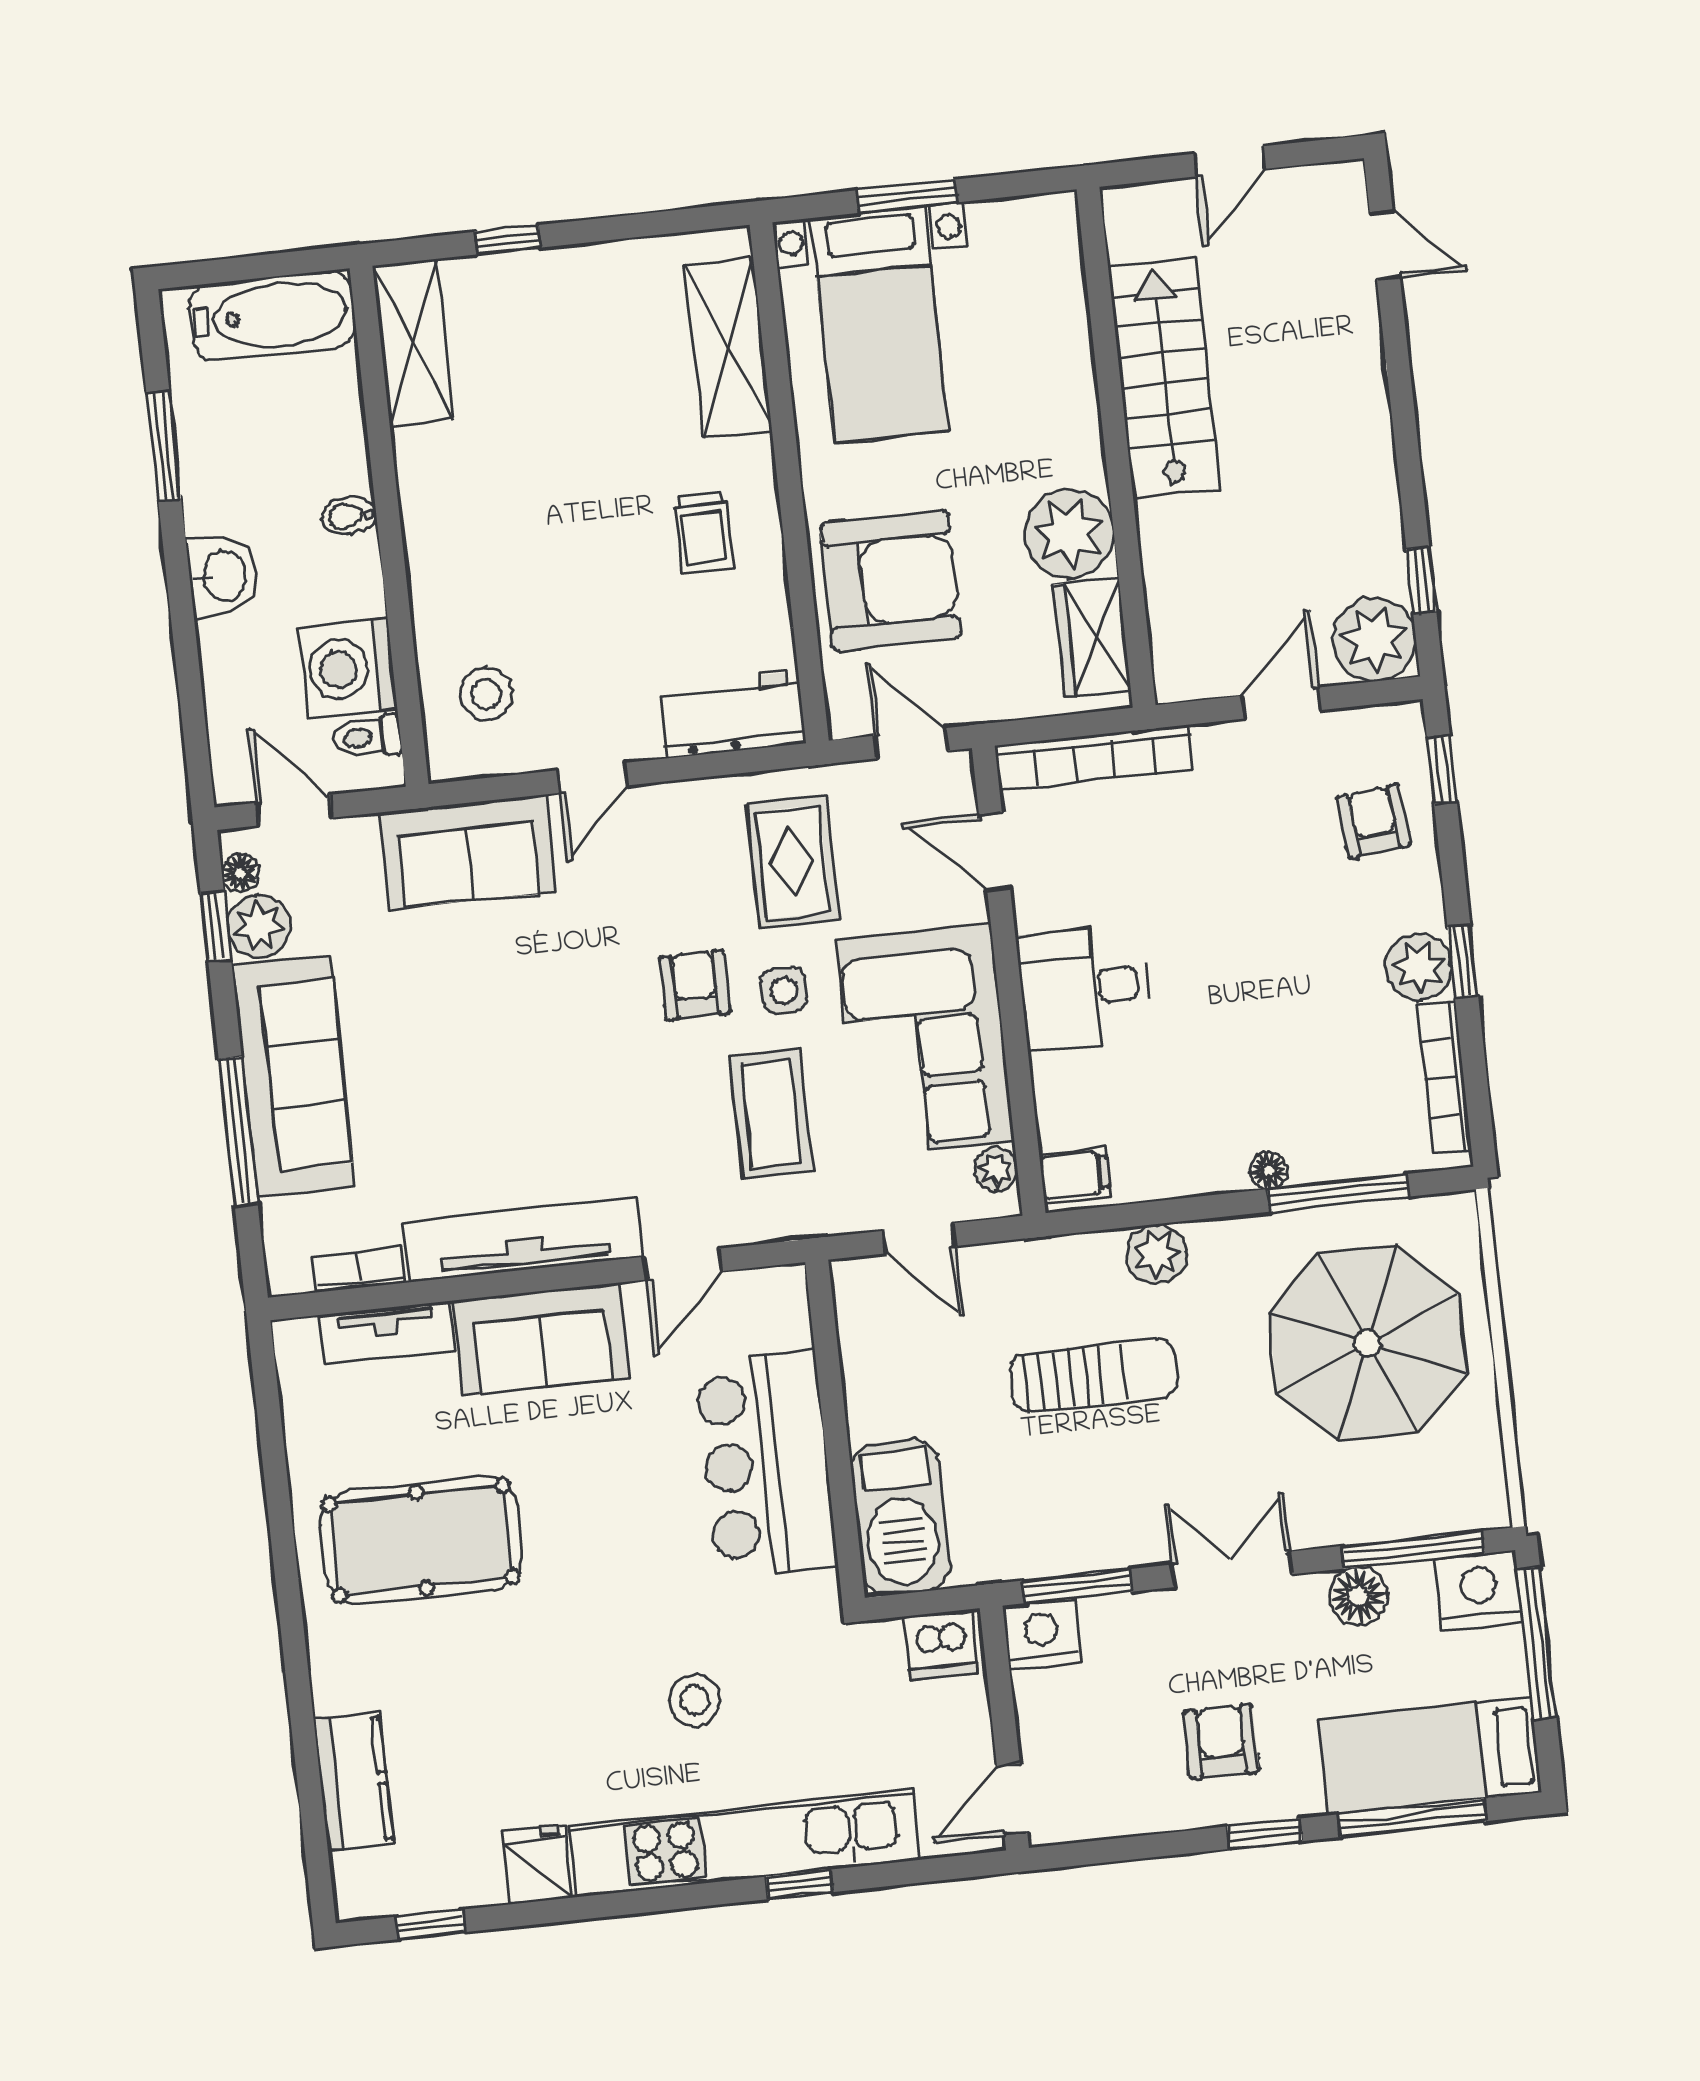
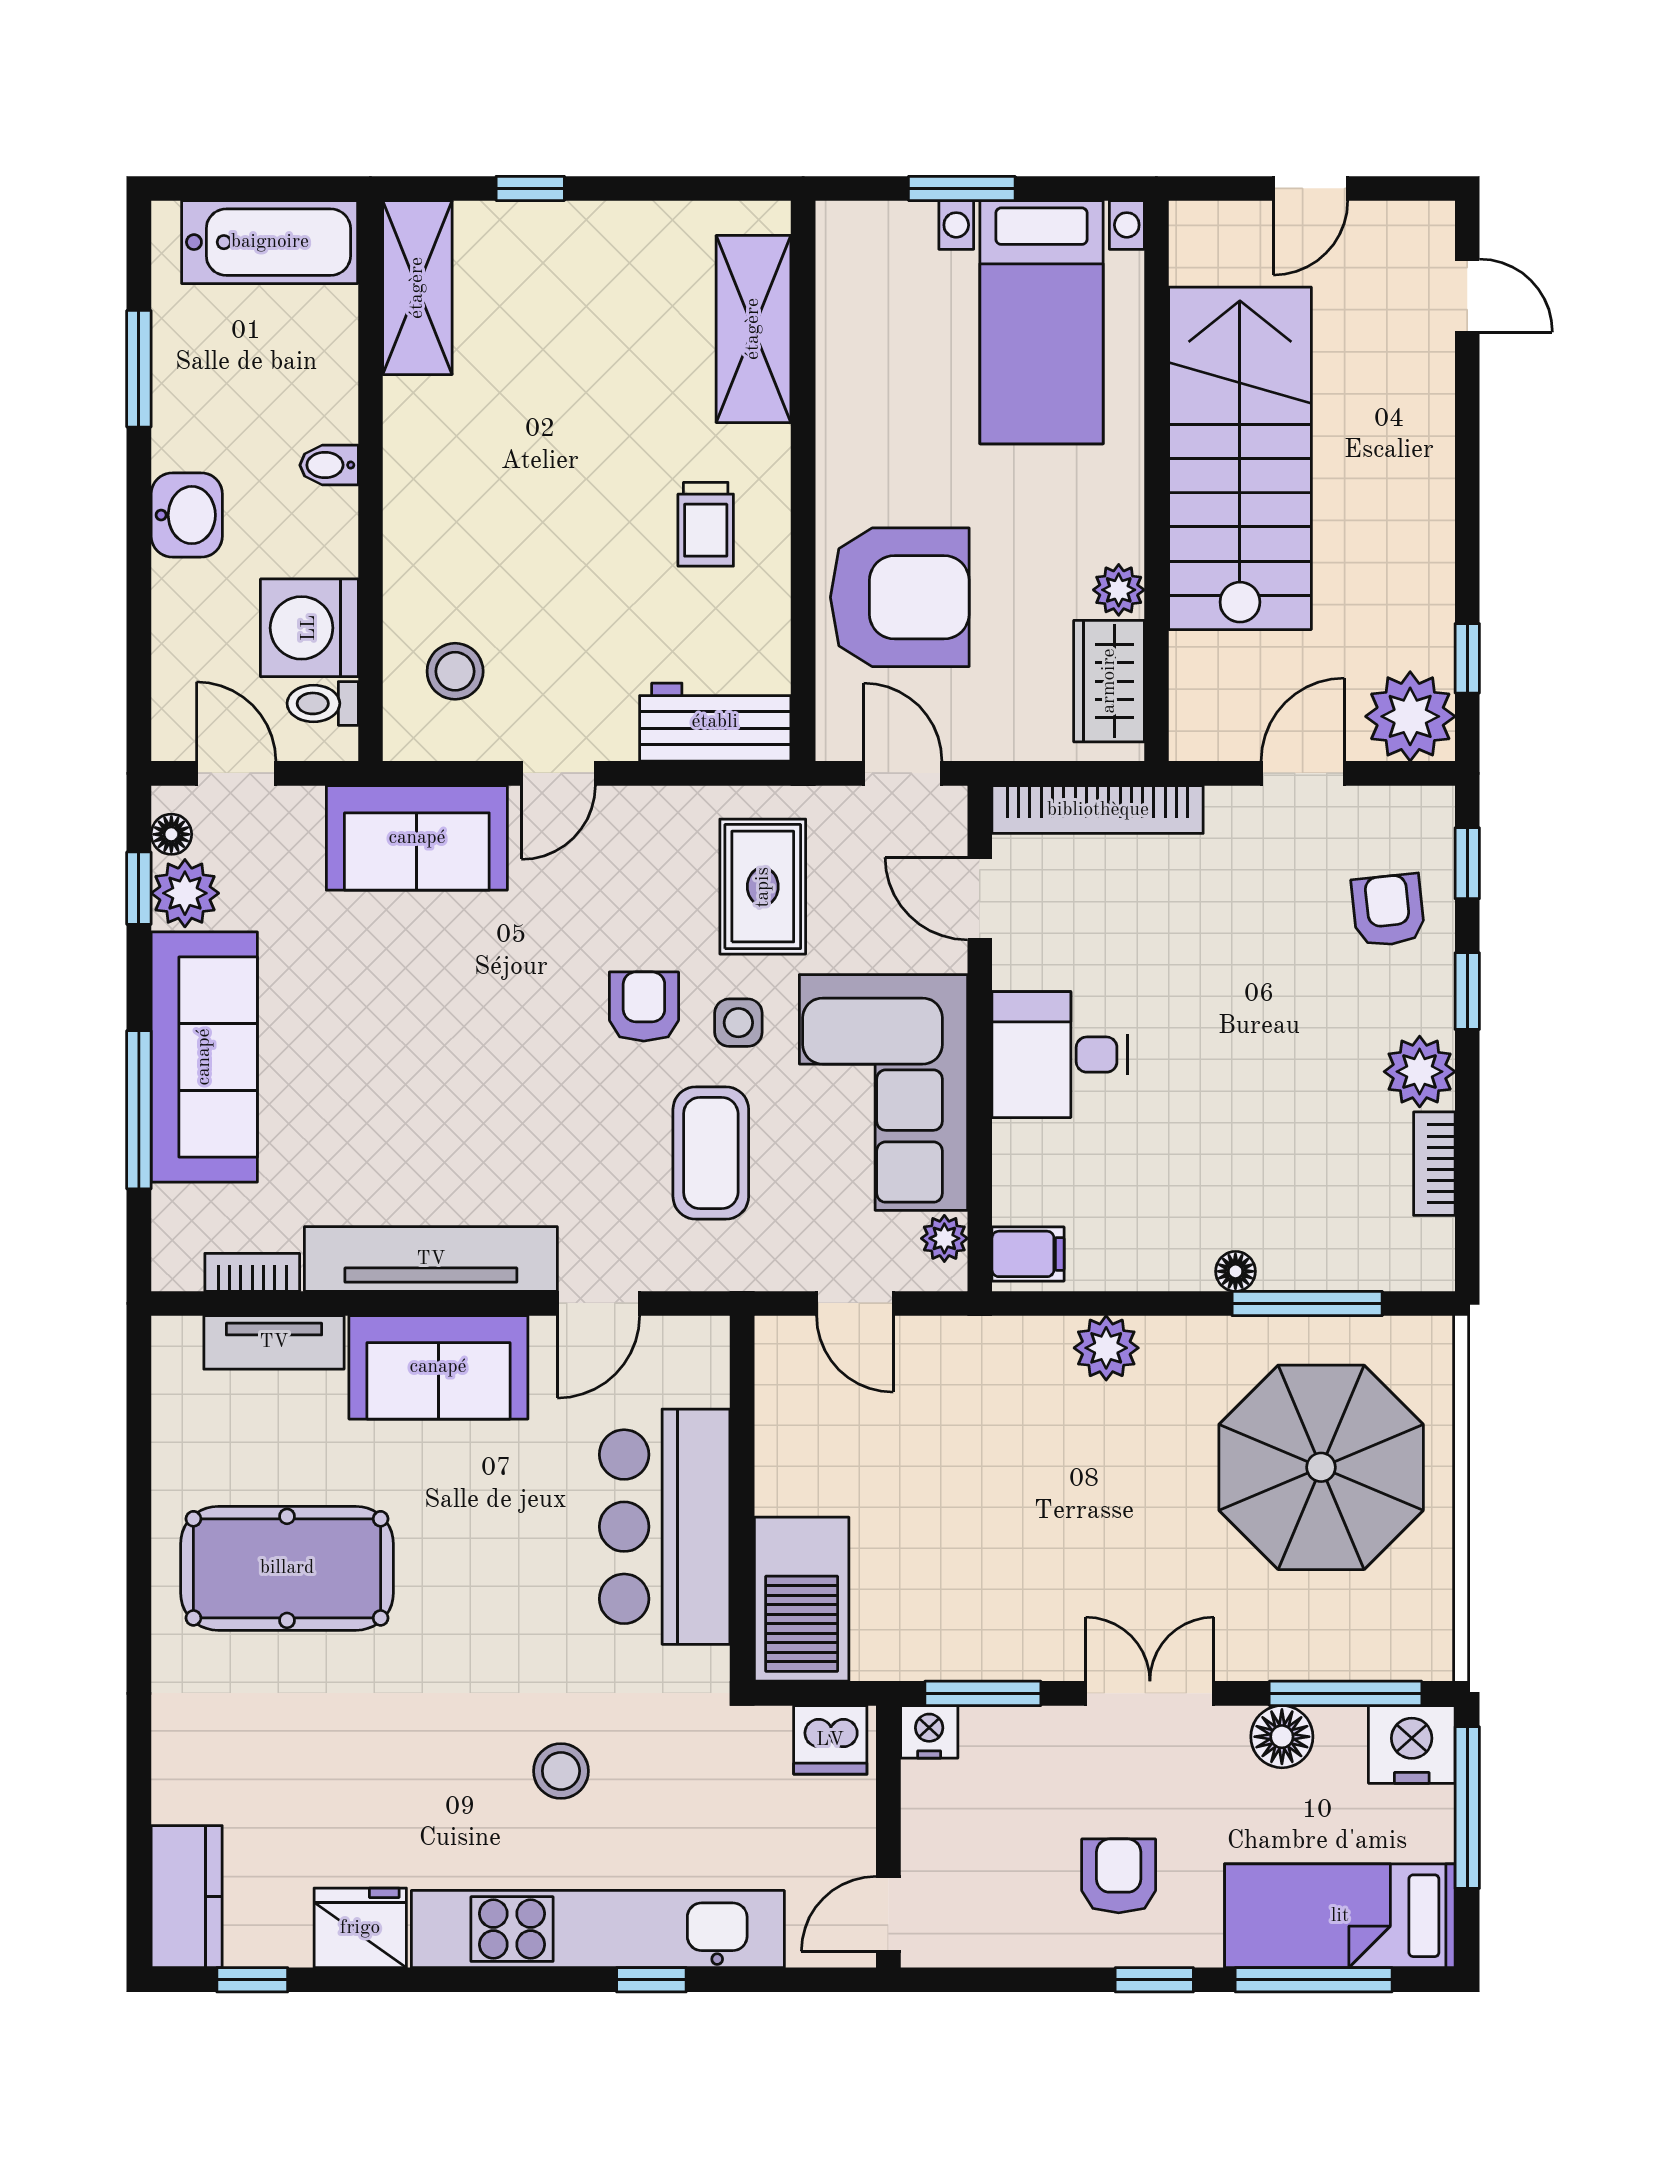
bed with nightstands: (880, 325) -> (1042, 322), moved
stairs: (1164, 378) -> (1240, 458), width x1.36, depth x1.51
plant: (1069, 533) -> (1119, 590), width x0.53, depth x0.53
window: (1463, 961) -> (1467, 991), moved
bookcase: (1445, 1078) -> (1434, 1164), width x0.64
sun lounger: (1093, 1375) -> (1025, 1470), removed
nightstand: (1042, 1634) -> (929, 1732), width x0.74, depth x0.75
kitchen counter: (353, 1781) -> (187, 1897), moved
fridge: (537, 1864) -> (360, 1928), width x1.38

